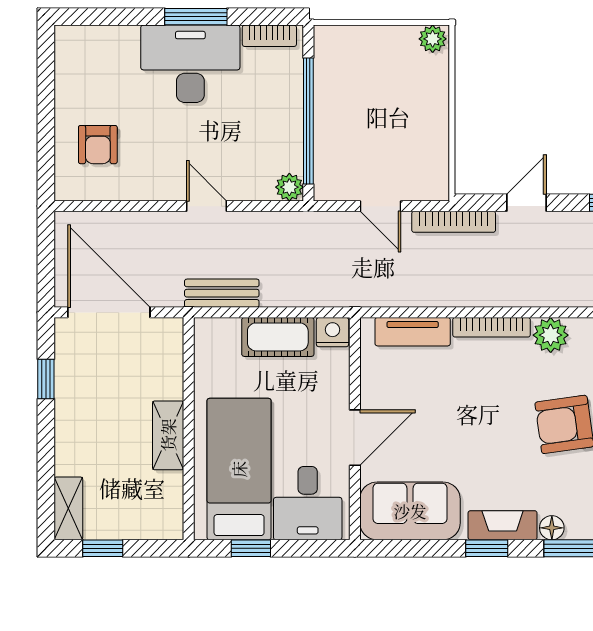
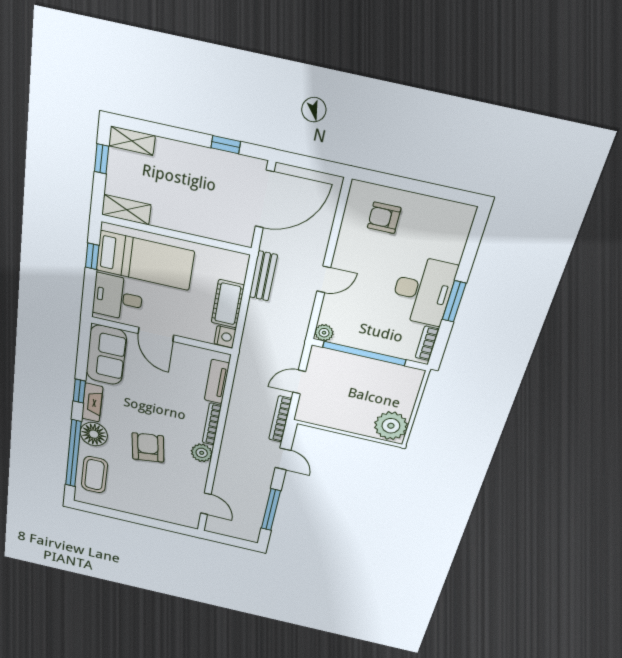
plant: (433, 39) -> (391, 426), width x1.88, depth x1.88
shelving: (168, 435) -> (126, 210), moved
floor lamp: (552, 528) -> (94, 434), width x1.89, depth x1.89

